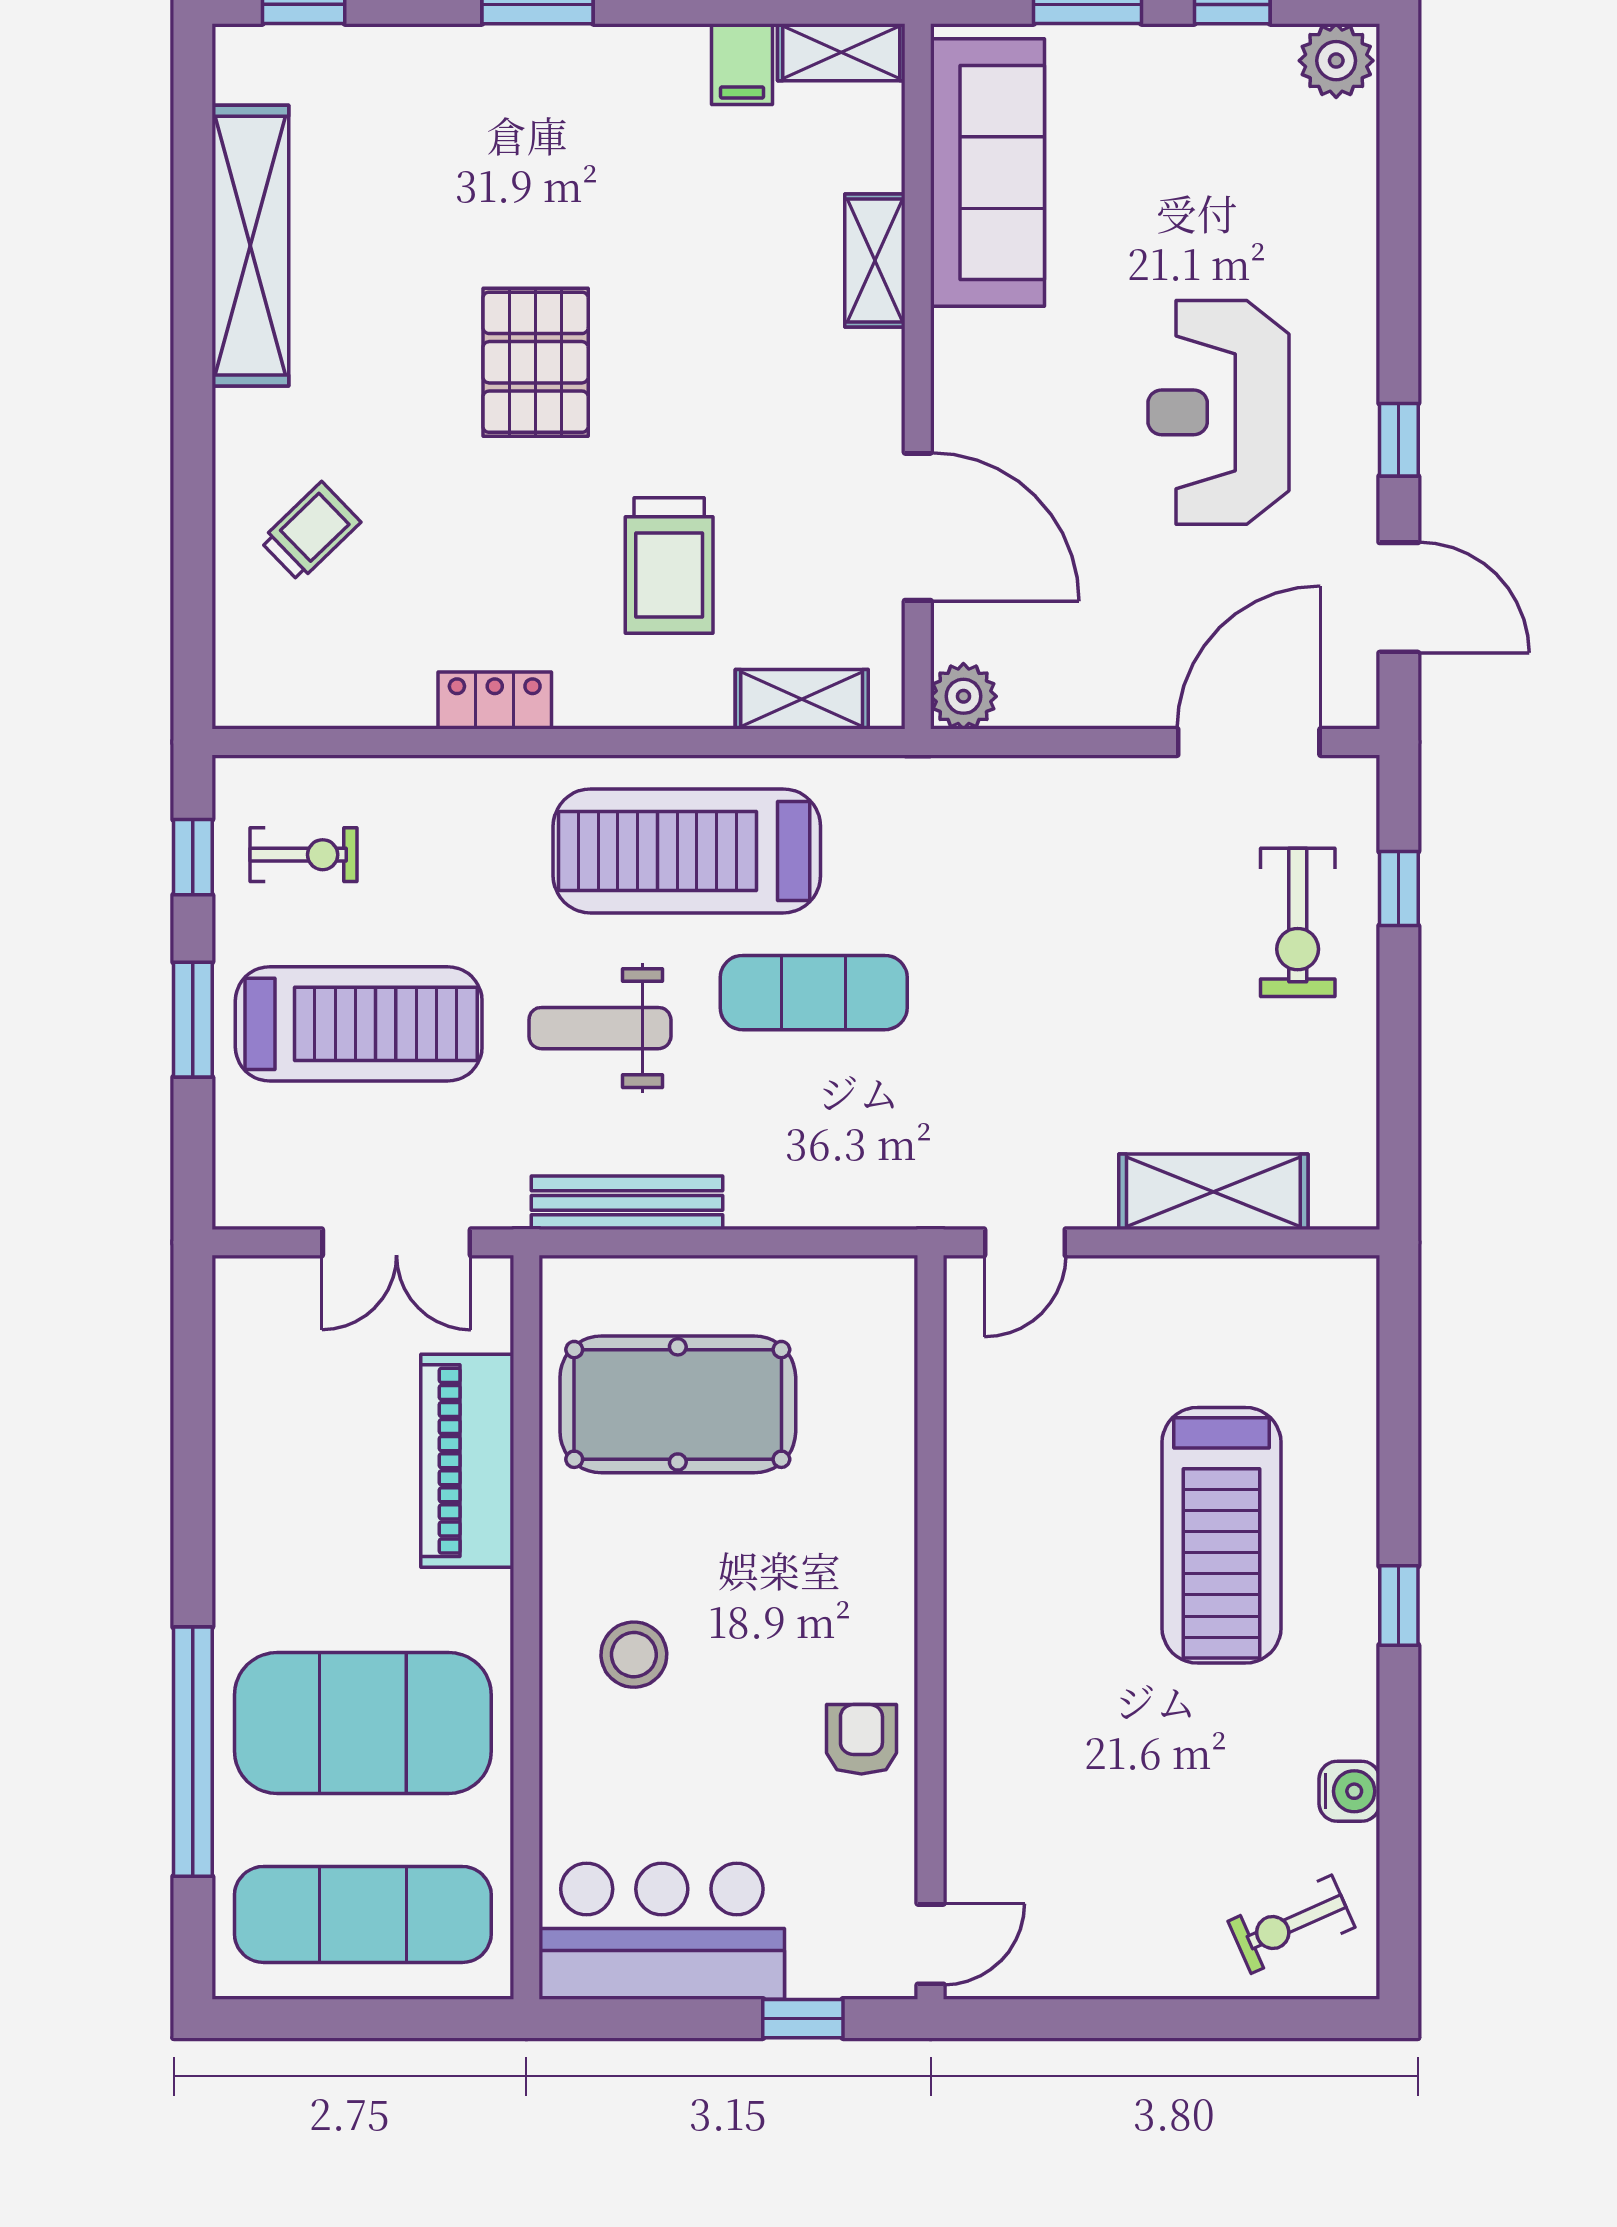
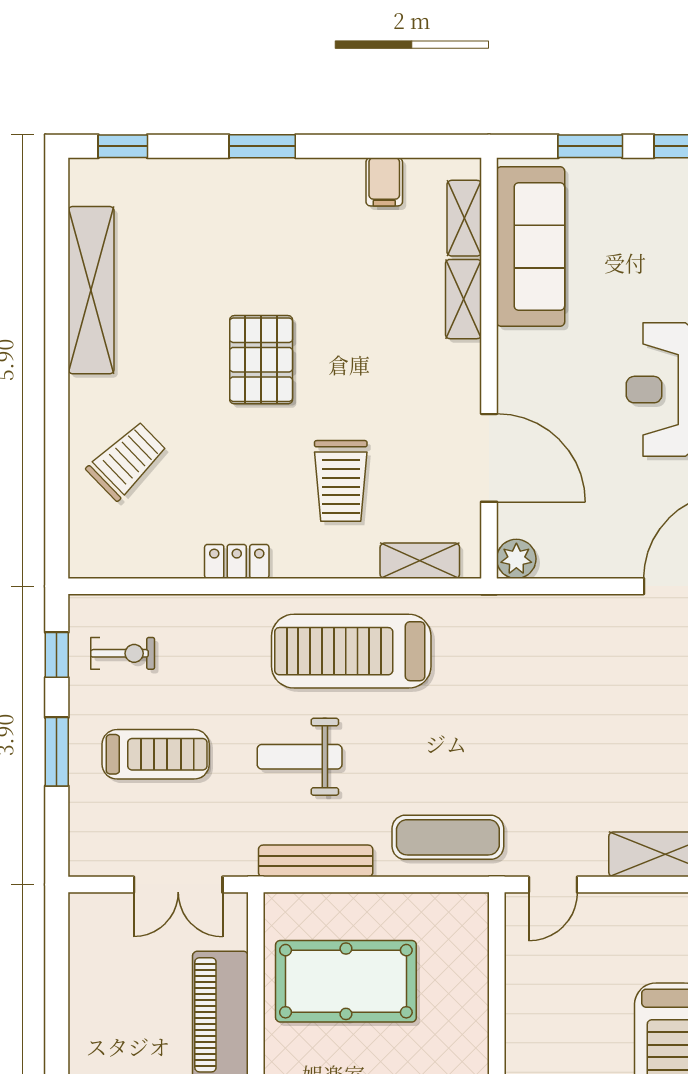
shelving: (841, 52) -> (464, 218), moved, turned 90
trolley: (310, 532) -> (127, 461), width x1.36, depth x1.39
exercise mat: (814, 993) -> (448, 837), moved
treadmill: (359, 1024) -> (156, 754), width x0.73, depth x0.73

